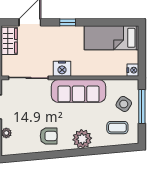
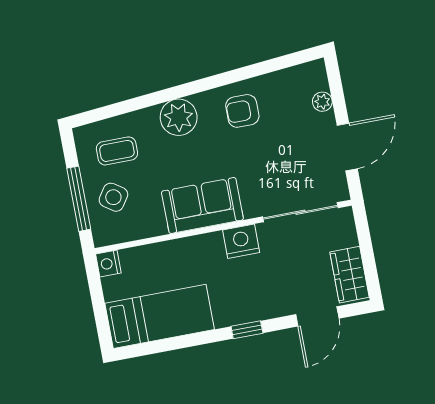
sofa: (79, 91) -> (202, 205), width x0.73

